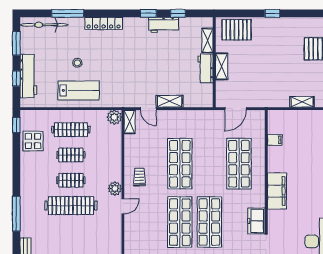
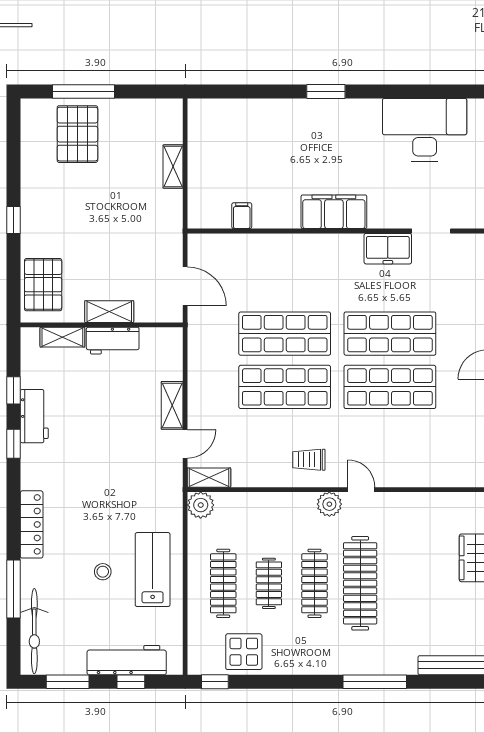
shop shelf: (239, 164) -> (285, 334), moved
clothes rail: (71, 180) -> (314, 583), width x1.36

